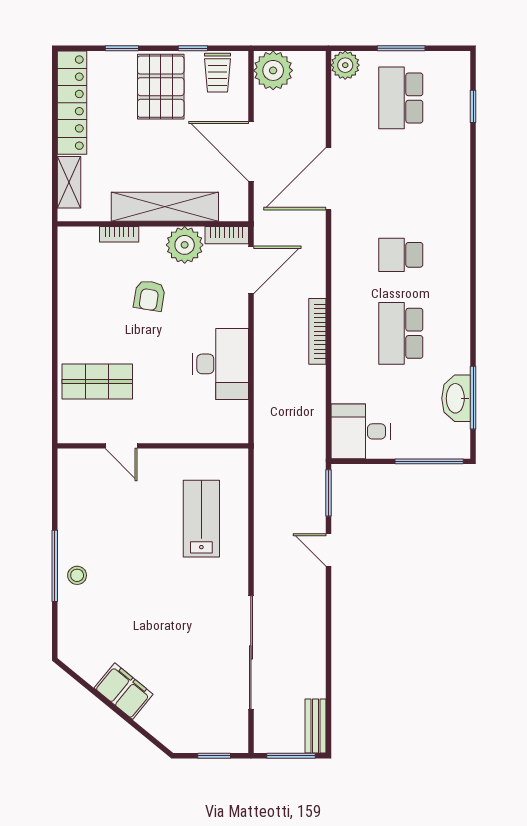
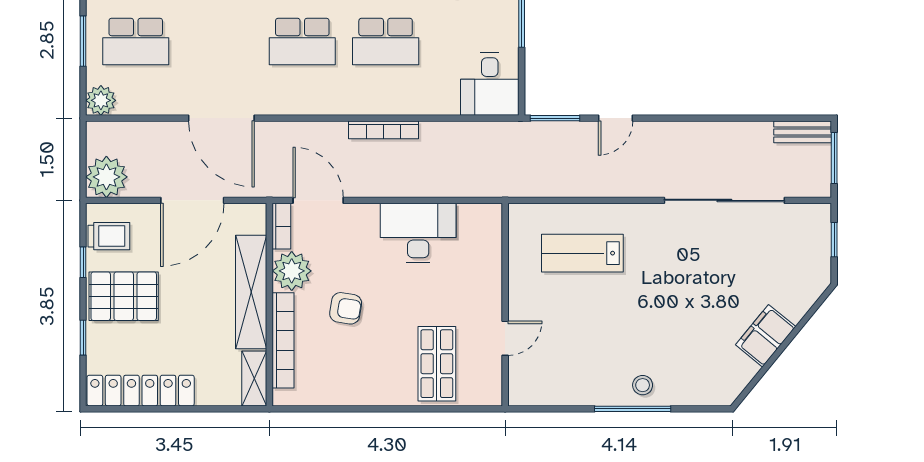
shelving: (69, 182) -> (254, 379), moved, turned 90
bookcase: (119, 234) -> (283, 340), width x2.31, depth x1.31
school desk: (401, 255) -> (302, 41), width x1.85

